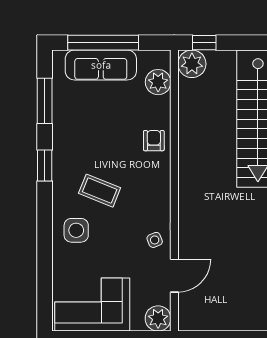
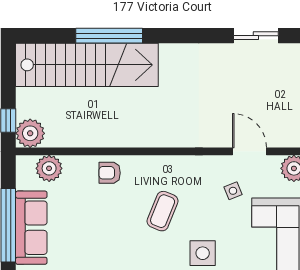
coffee table: (100, 191) -> (163, 211), moved
side table: (155, 240) -> (233, 191), moved

